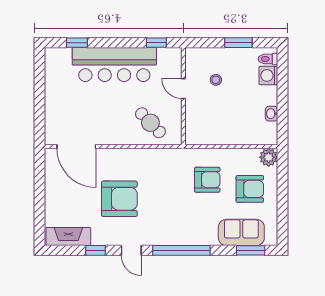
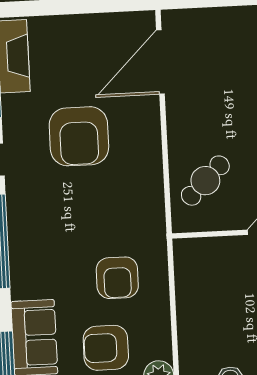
armchair: (250, 189) -> (106, 348), turned 90

